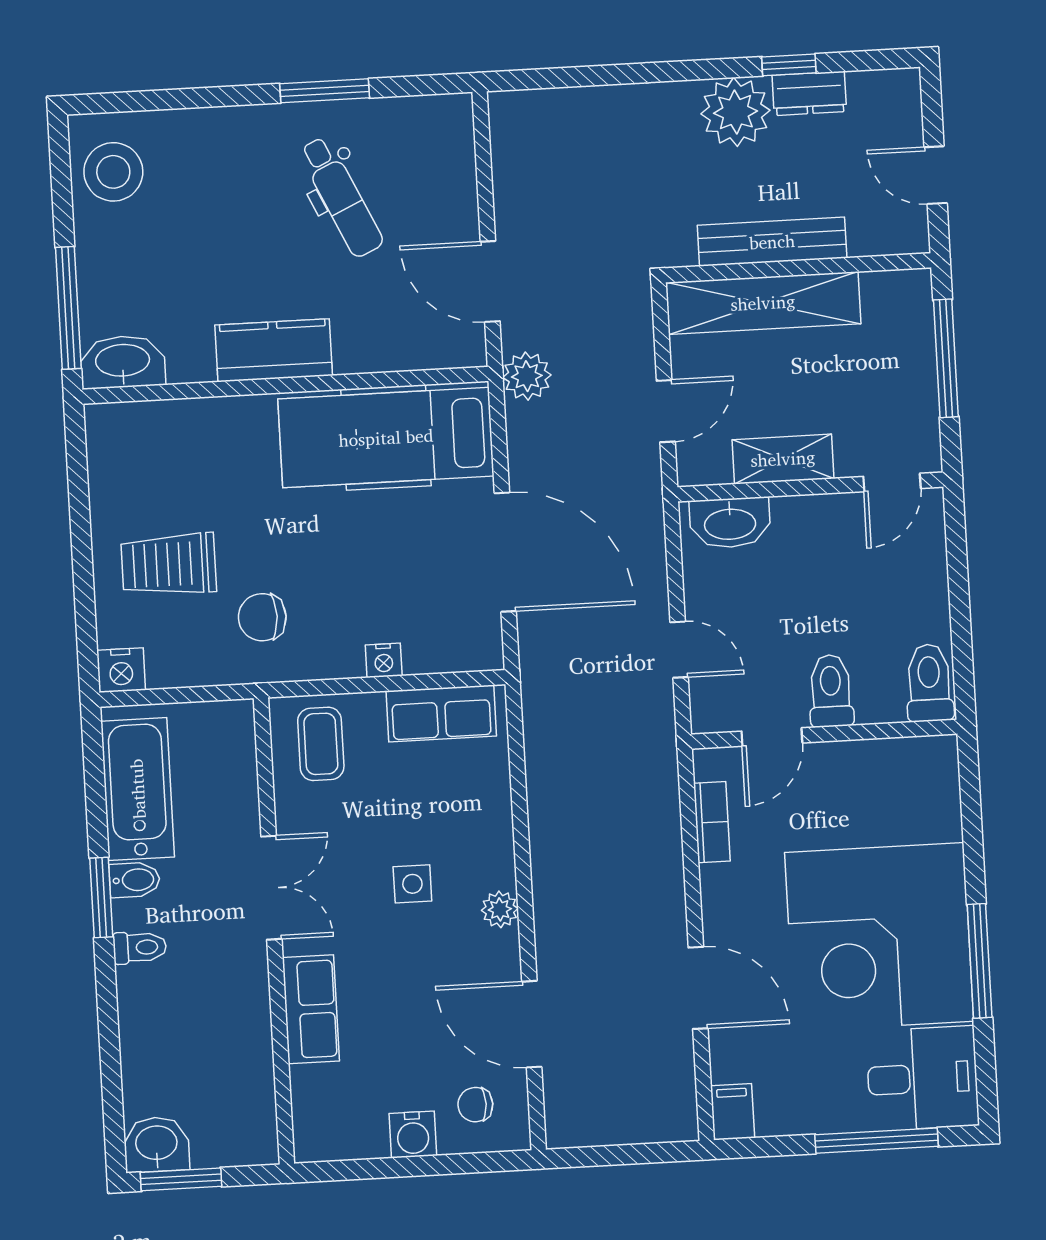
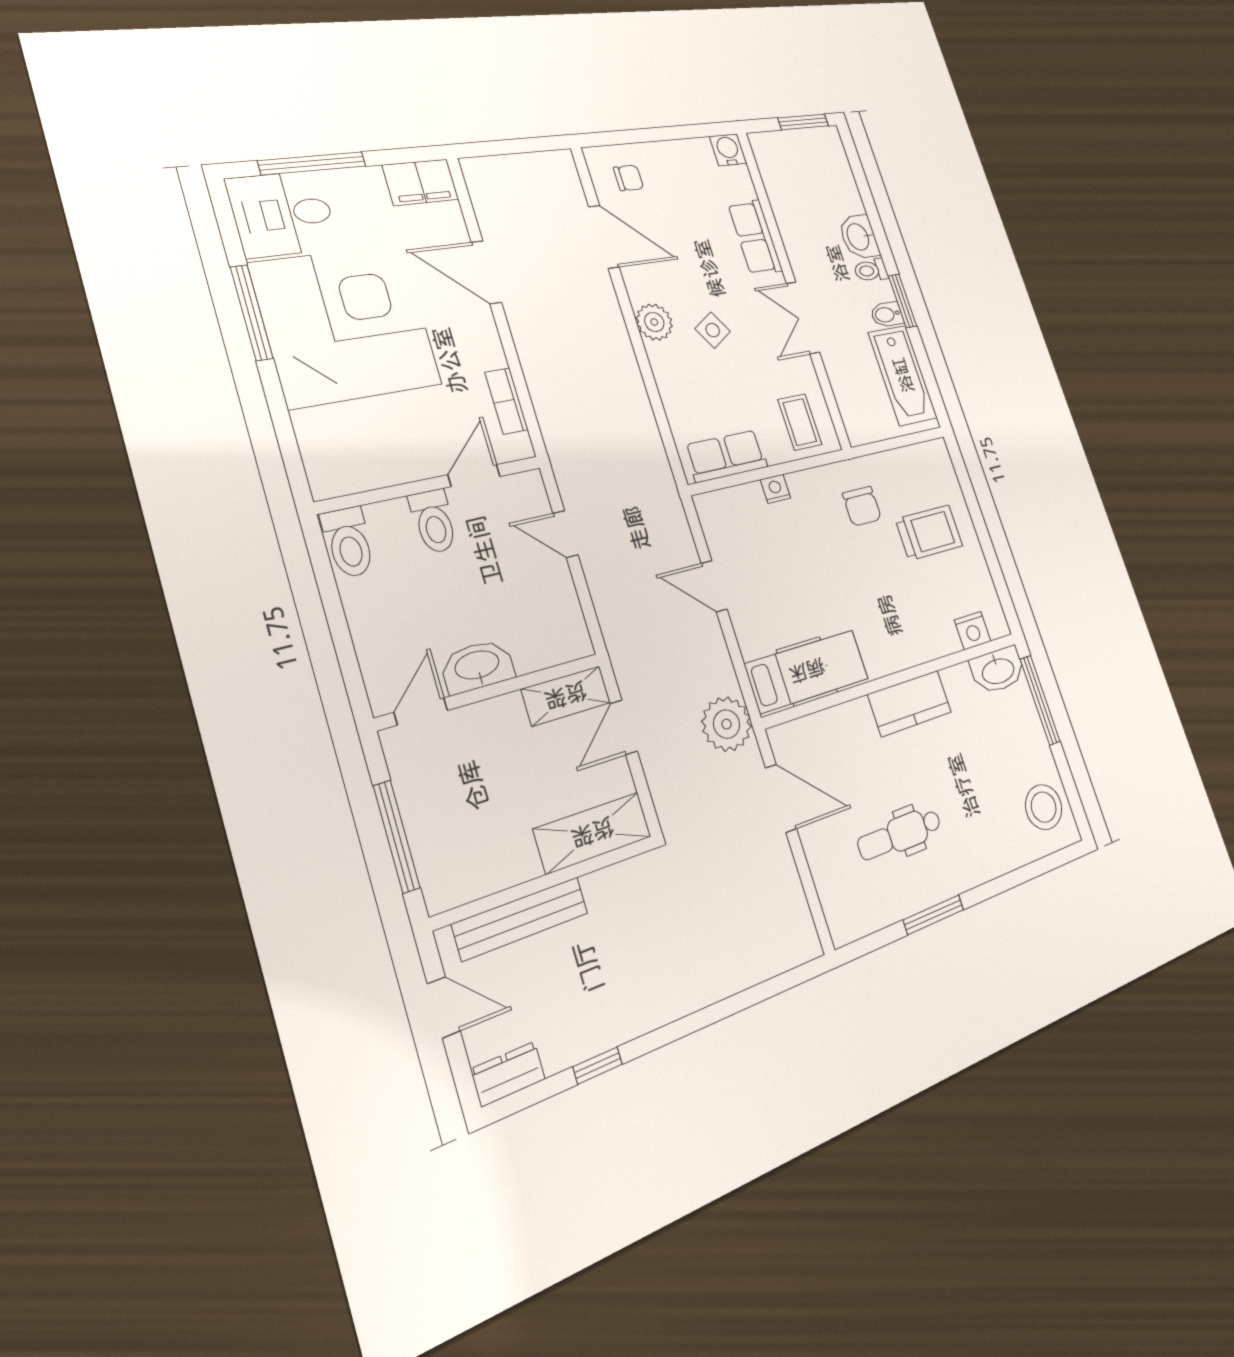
dresser: (809, 93) -> (508, 1074), moved
plant: (736, 112) -> (632, 1005), removed
dental chair: (341, 197) -> (900, 834), turned -65
bench: (772, 242) -> (521, 919), moved
shelving: (763, 303) -> (593, 833), width x0.68
plant: (527, 376) -> (727, 724), width x1.36, depth x1.36
hospital bed: (386, 438) -> (807, 671), width x0.73, depth x0.78
shelving: (783, 459) -> (566, 696), moved
washbasin: (730, 523) -> (477, 666), moved
door: (505, 552) -> (714, 586), width x0.53
chair: (262, 617) -> (862, 506), turned 90
nightstand: (121, 670) -> (972, 631), moved, turned 180
side table: (412, 884) -> (713, 330), turned -32
plant: (500, 909) -> (654, 322), width x1.38, depth x1.38
filing cabinet: (733, 1112) -> (421, 182), width x2.00
water cooler: (413, 1135) -> (728, 150), moved
washbasin: (156, 1144) -> (859, 237), moved, turned 90

